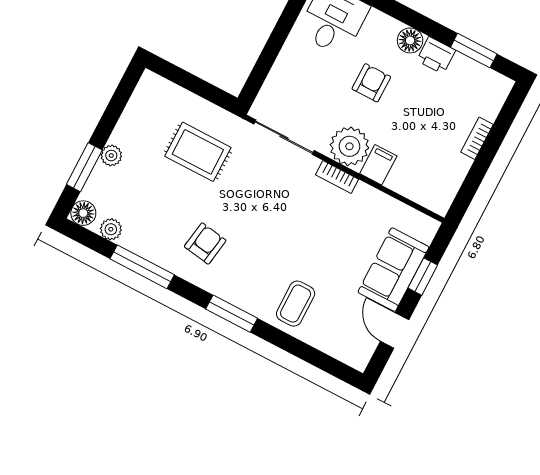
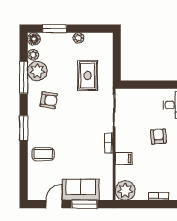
armchair: (371, 83) -> (158, 136), turned -94
plant: (349, 146) -> (125, 190), moved
plant: (111, 155) -> (78, 38), moved
plant: (143, 237) -> (37, 71), added
window: (423, 277) -> (84, 204), width x1.50

